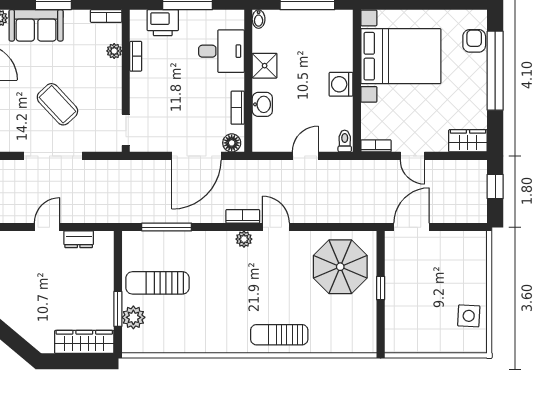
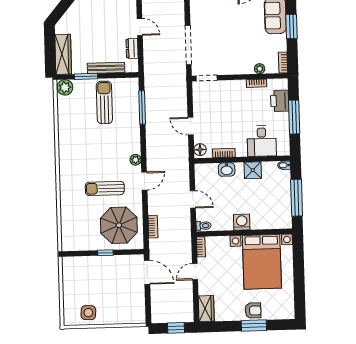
armchair: (474, 41) -> (253, 311), moved
window: (495, 71) -> (254, 326), width x0.47
coffee table: (57, 104) -> (223, 32), removed
doorway: (53, 156) -> (188, 45), moved
door: (196, 156) -> (191, 126), width x0.53
bookcase: (243, 216) -> (153, 227), moved
bench: (106, 279) -> (106, 68), added
plant: (133, 317) -> (65, 87), moved
sun lounger: (279, 335) -> (105, 188), moved, turned -90

